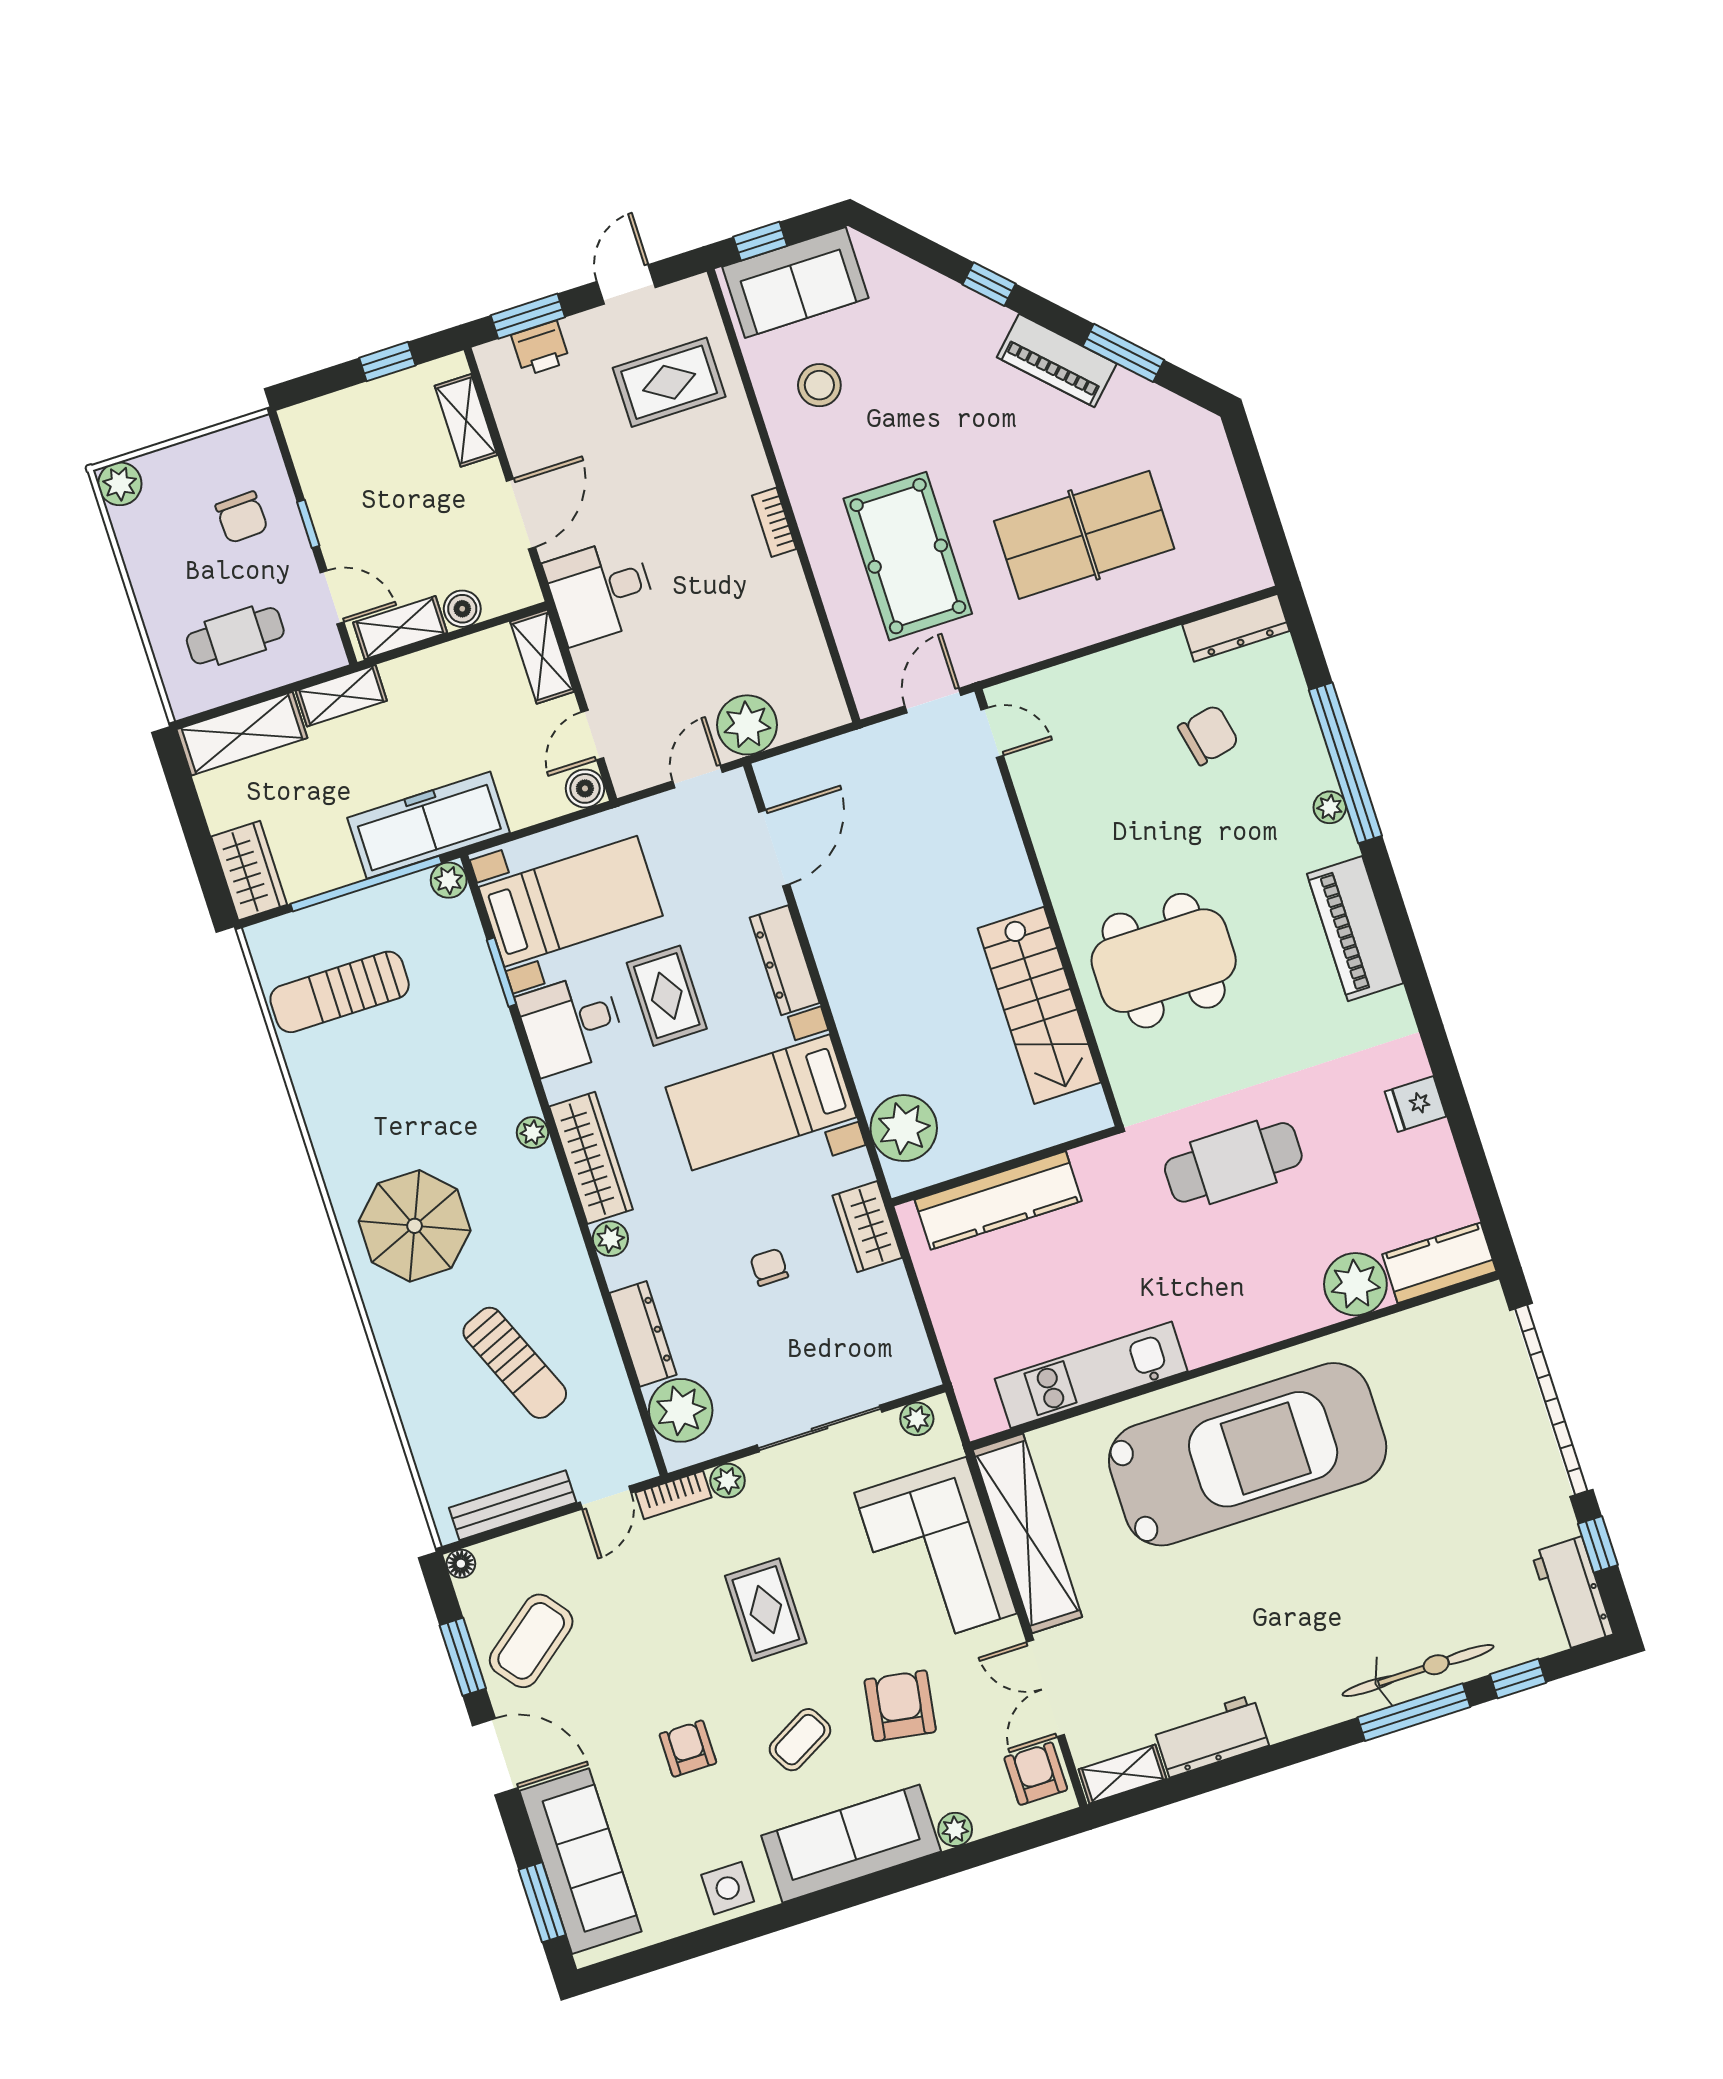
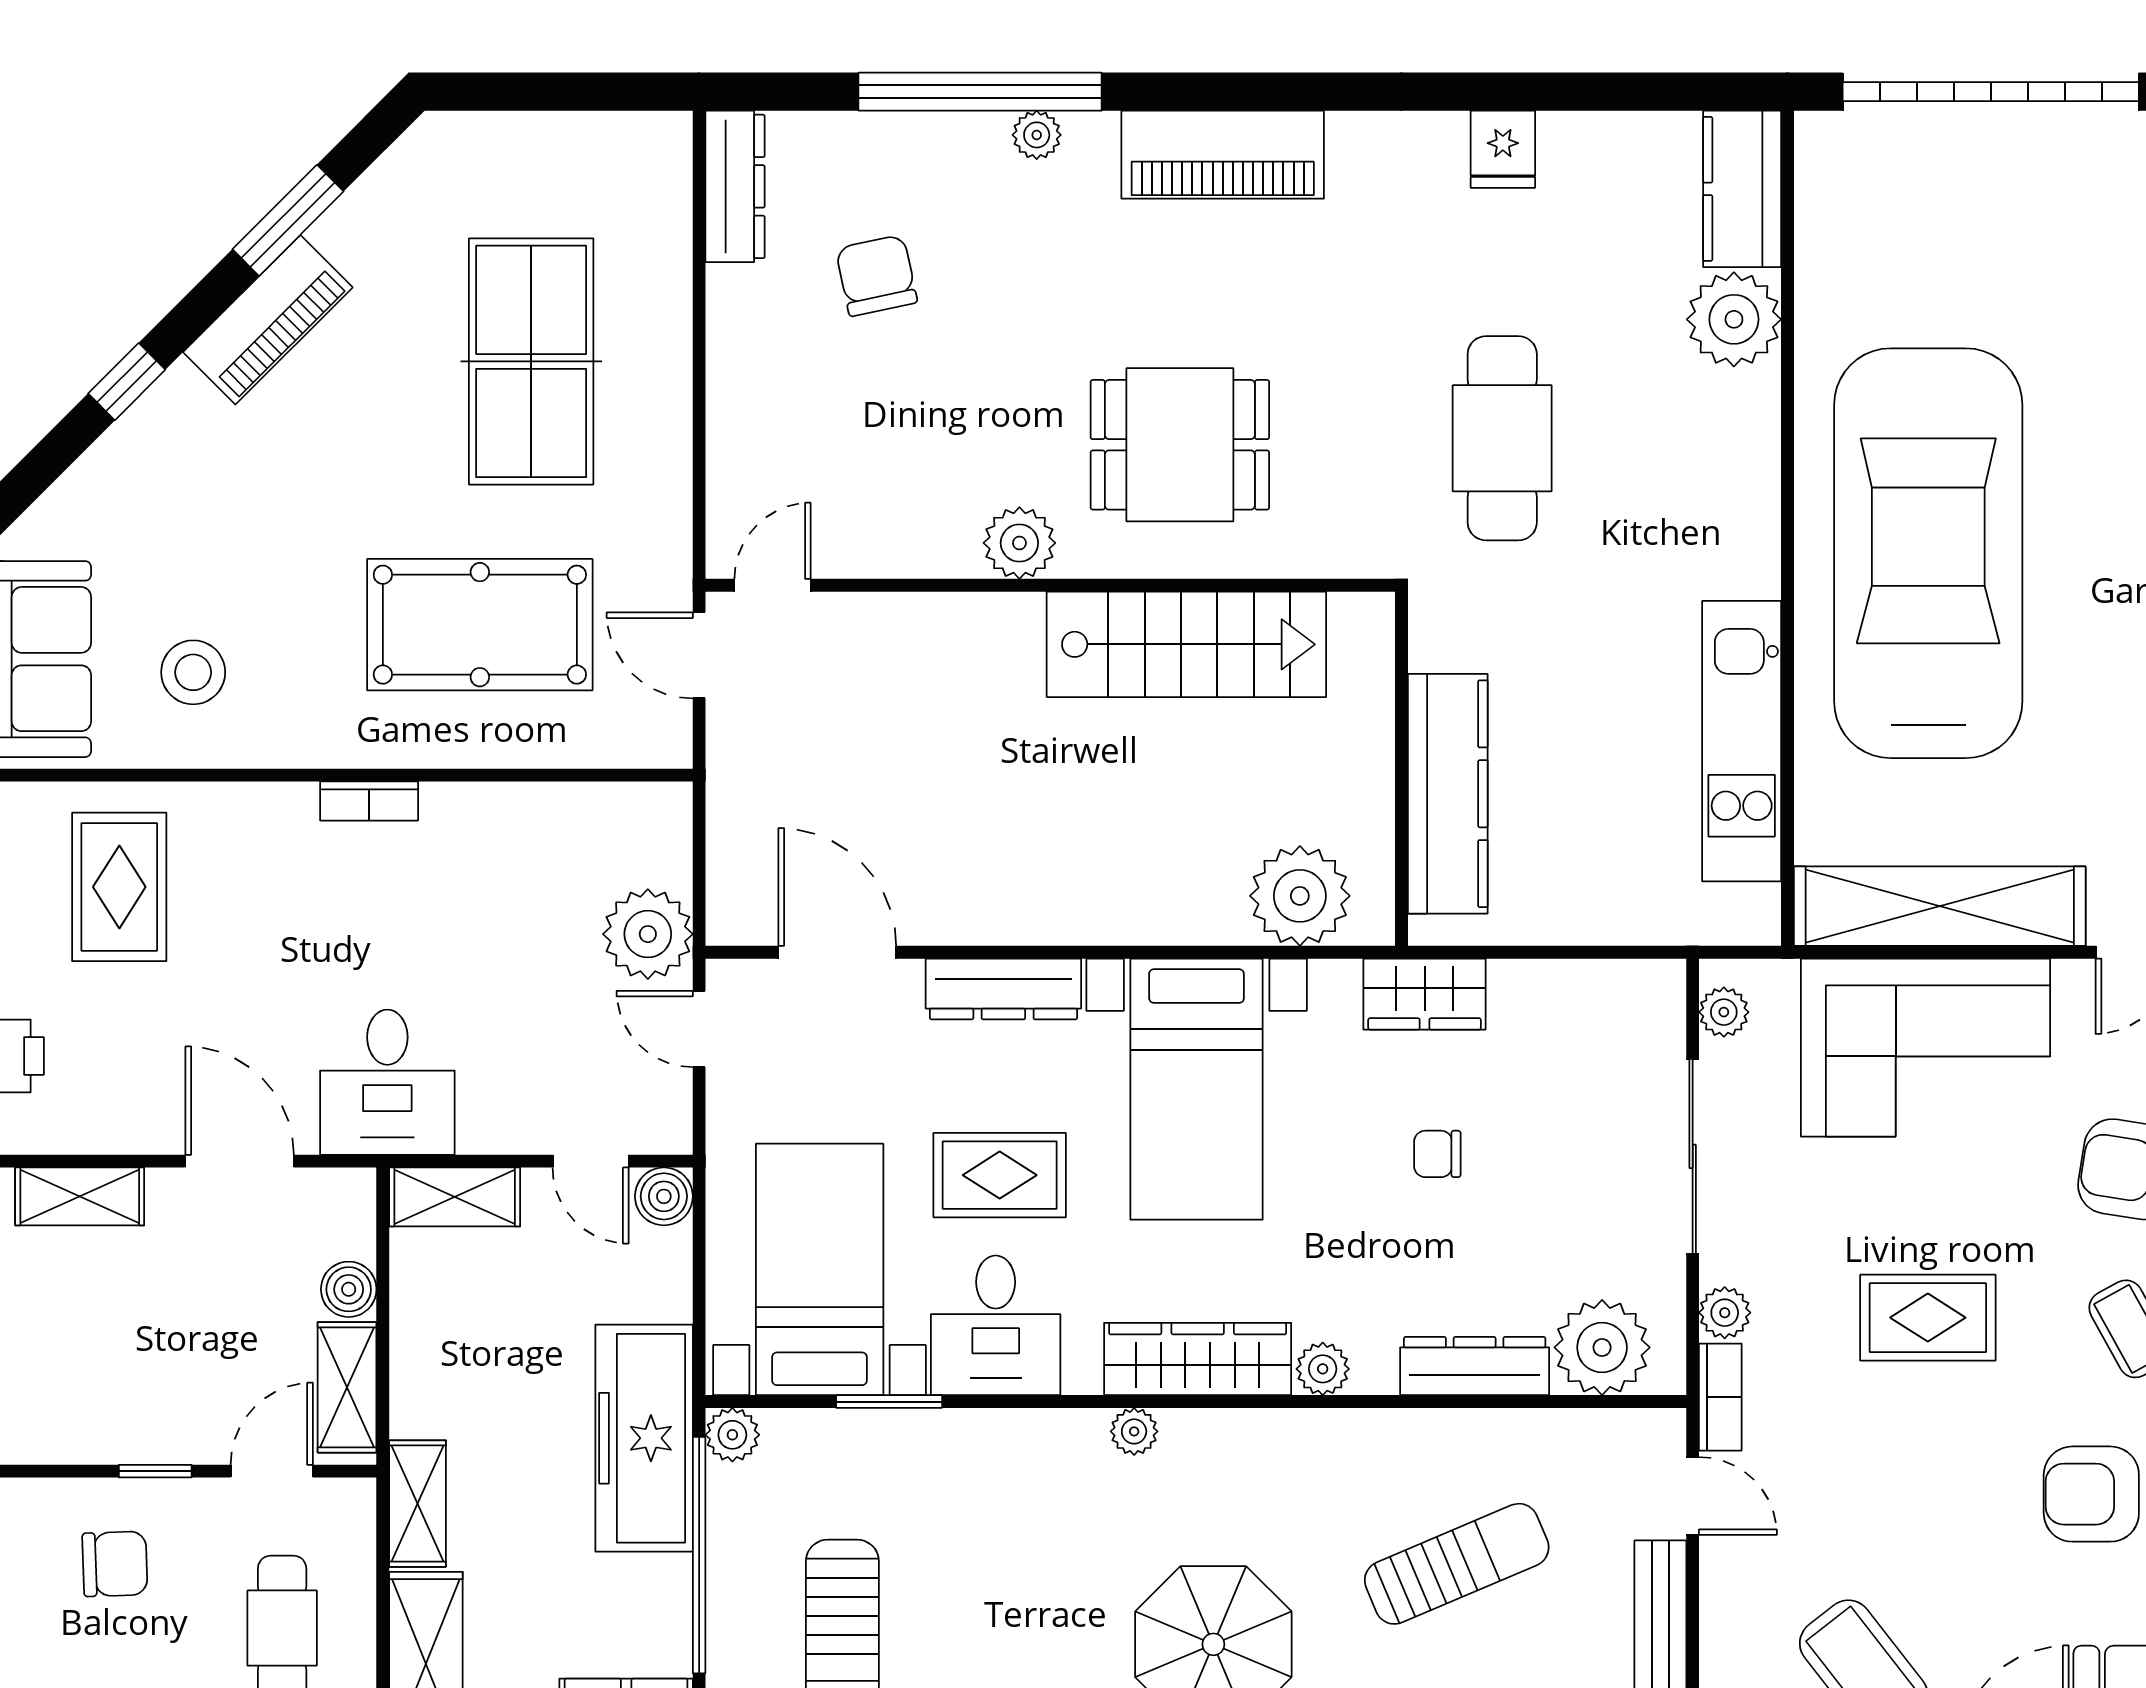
plant: (1069, 880) -> (1019, 543), added
dining table: (1164, 961) -> (1180, 445), width x0.73
armchair: (688, 1749) -> (2091, 1494), width x1.38, depth x1.38

